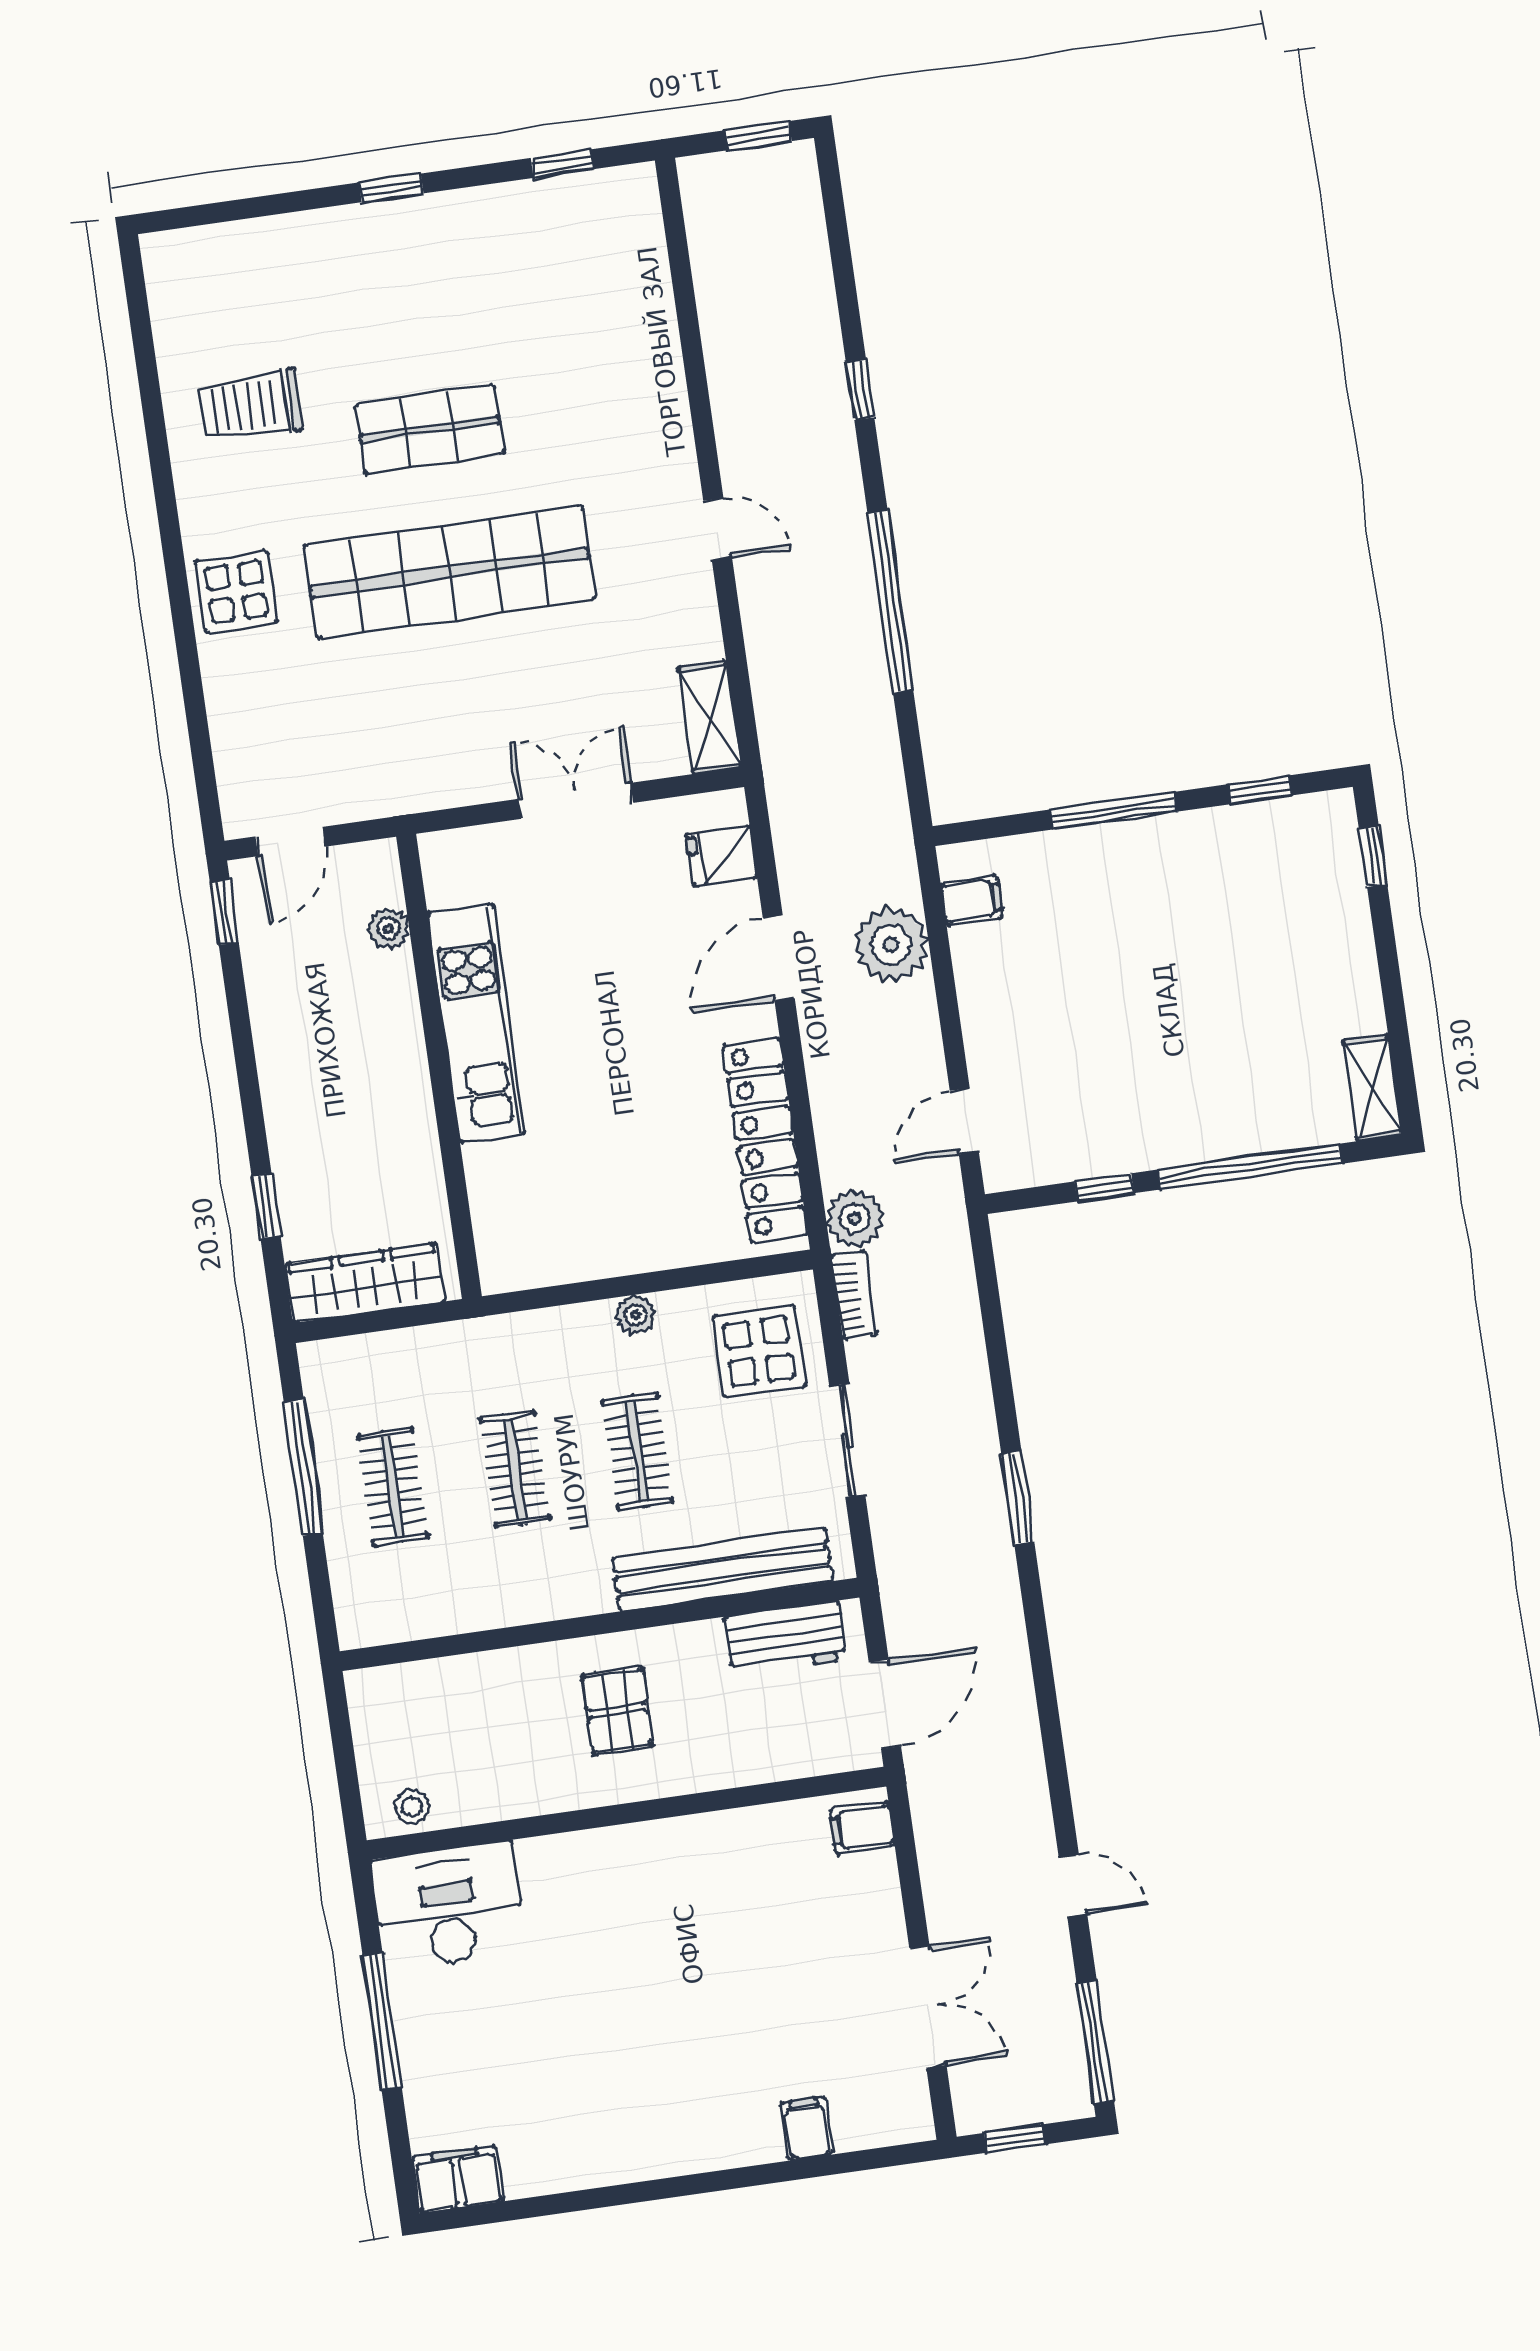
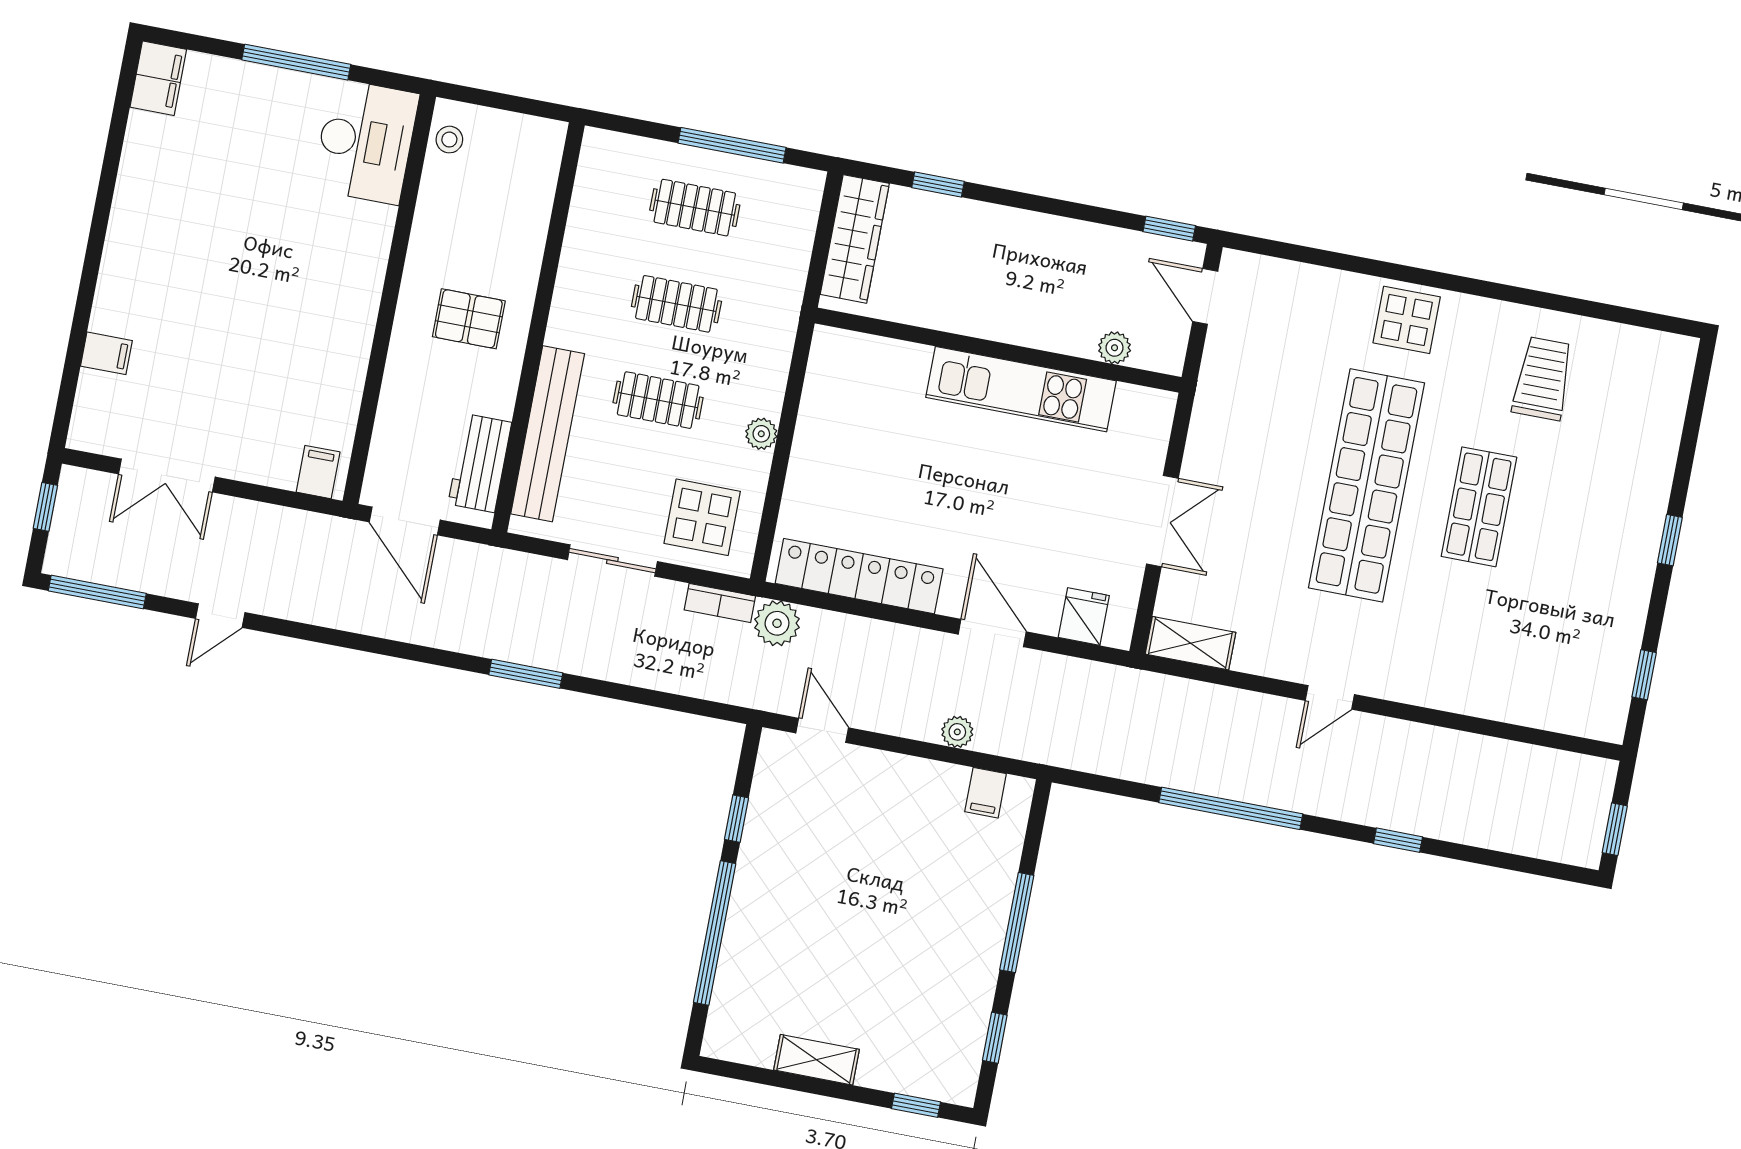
plant: (891, 944) -> (957, 732), width x0.53, depth x0.53
shelving: (1373, 1088) -> (816, 1060), moved

